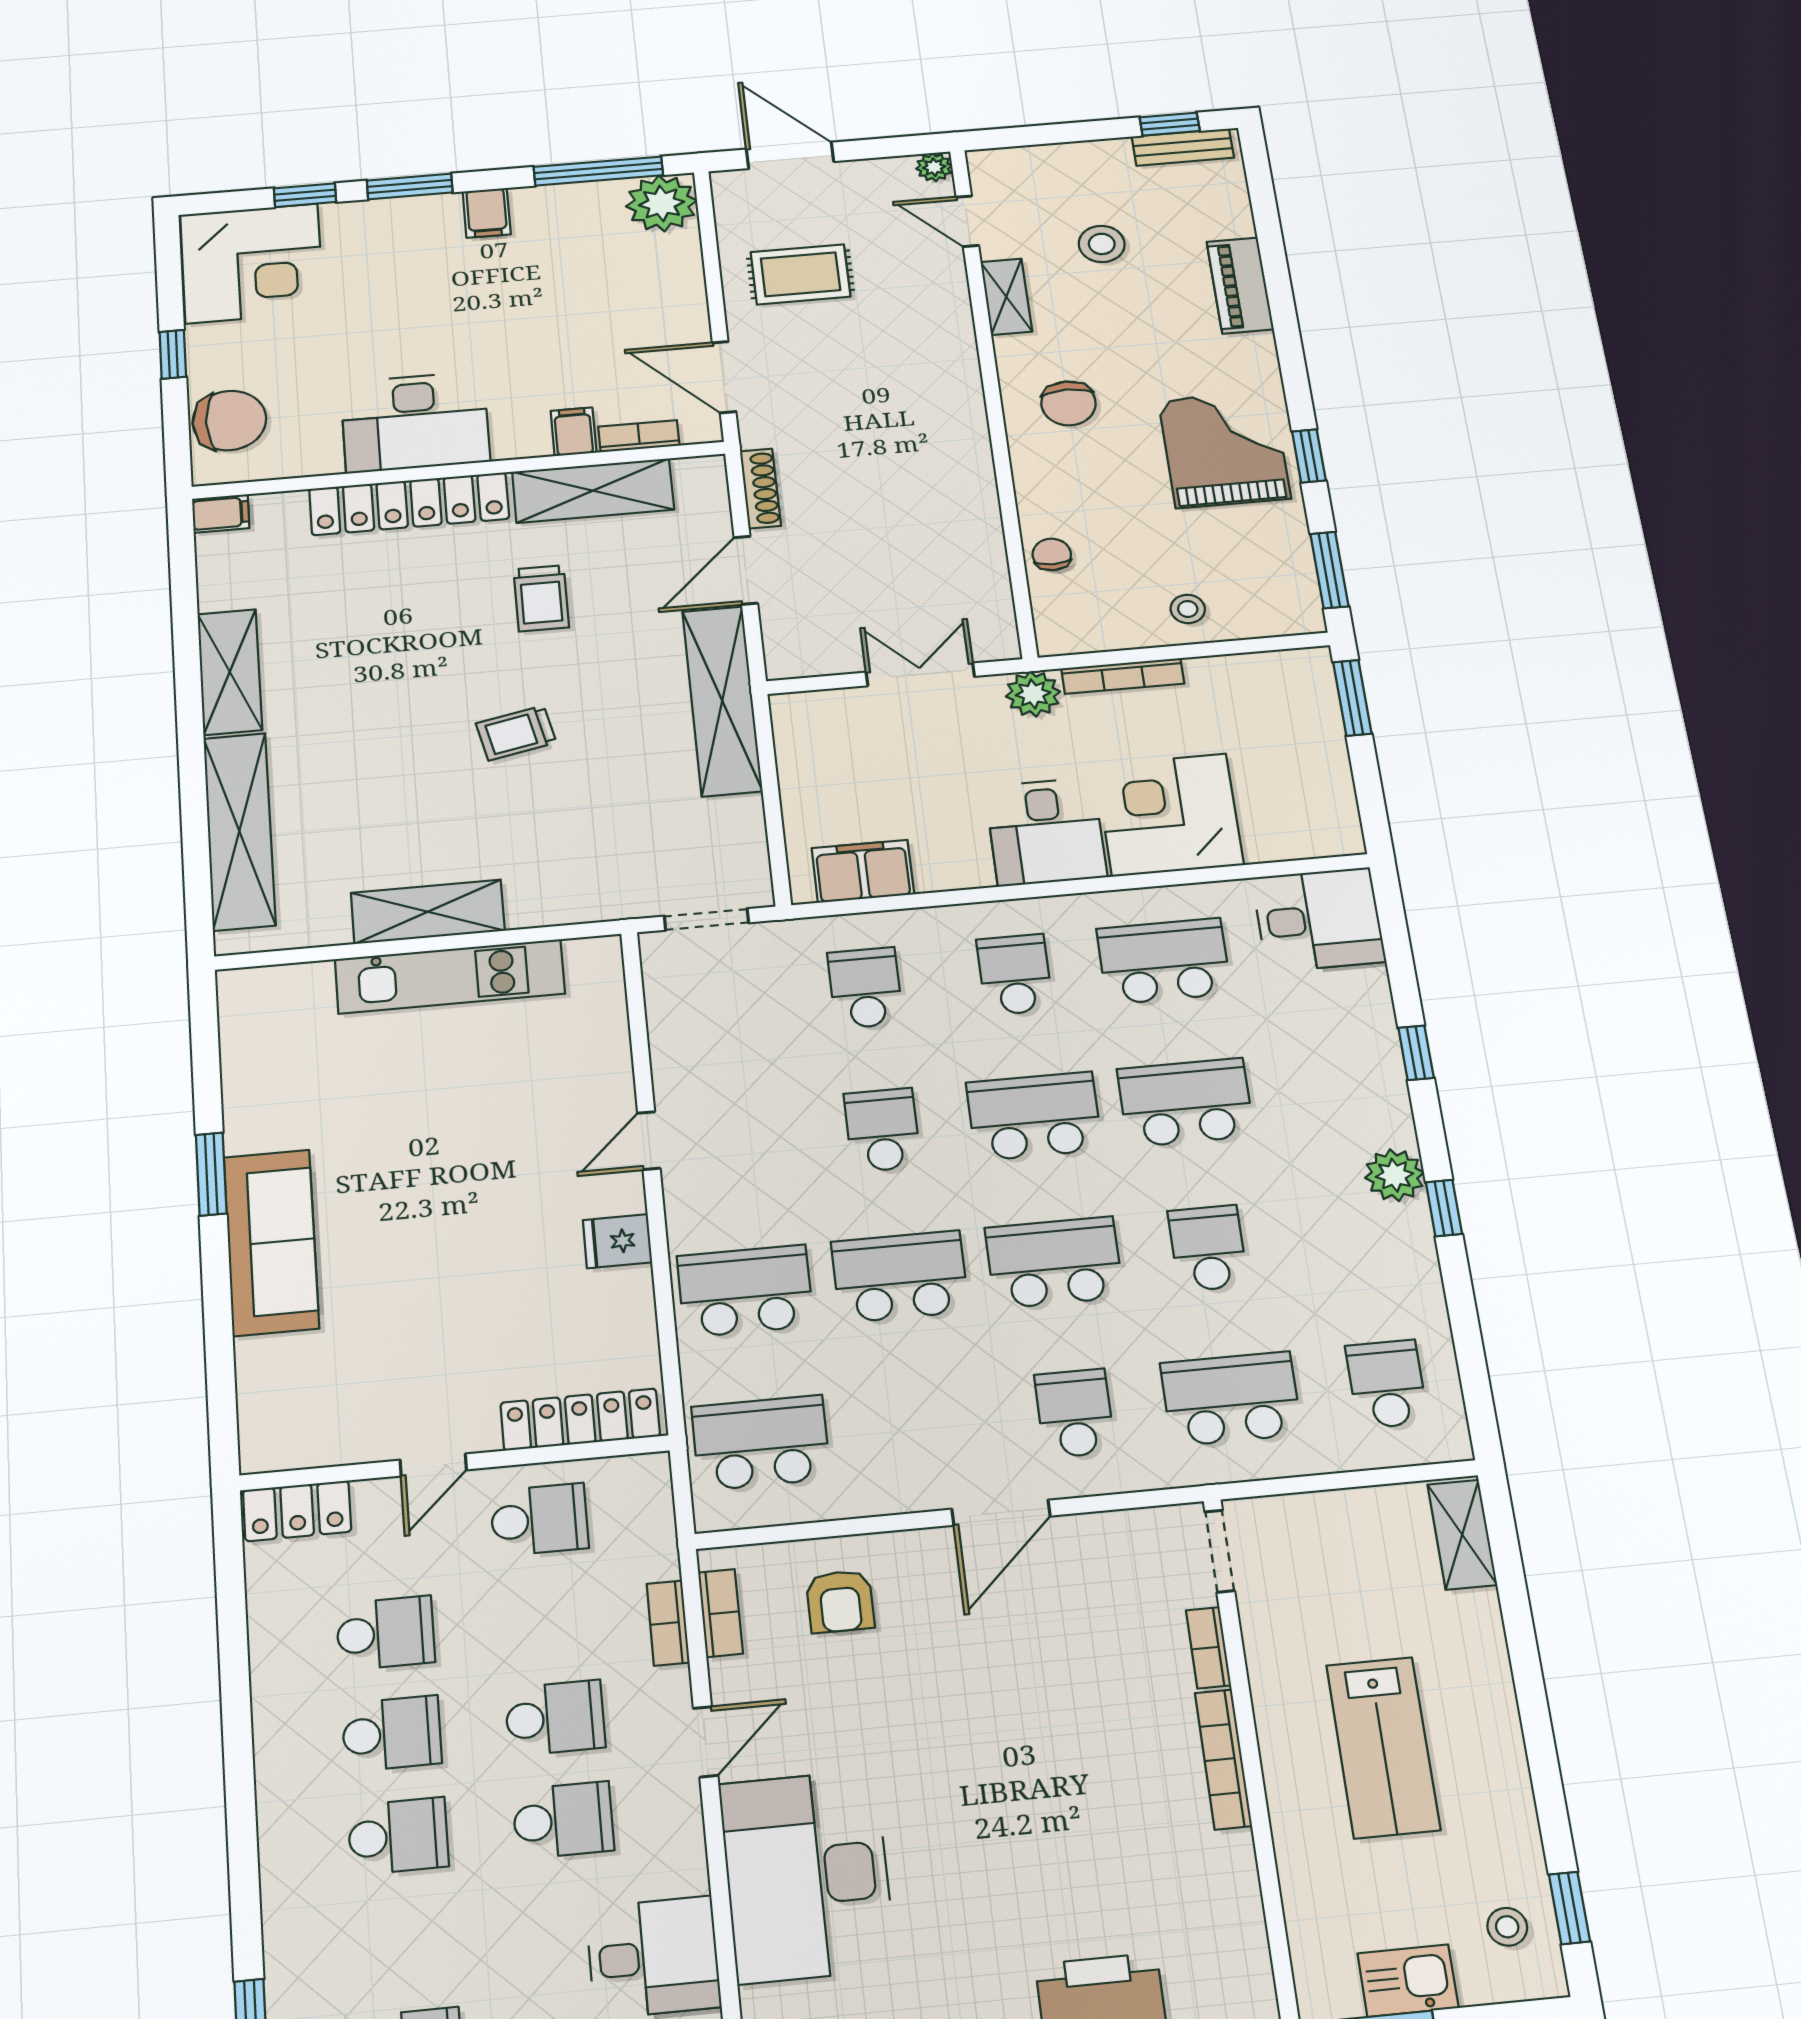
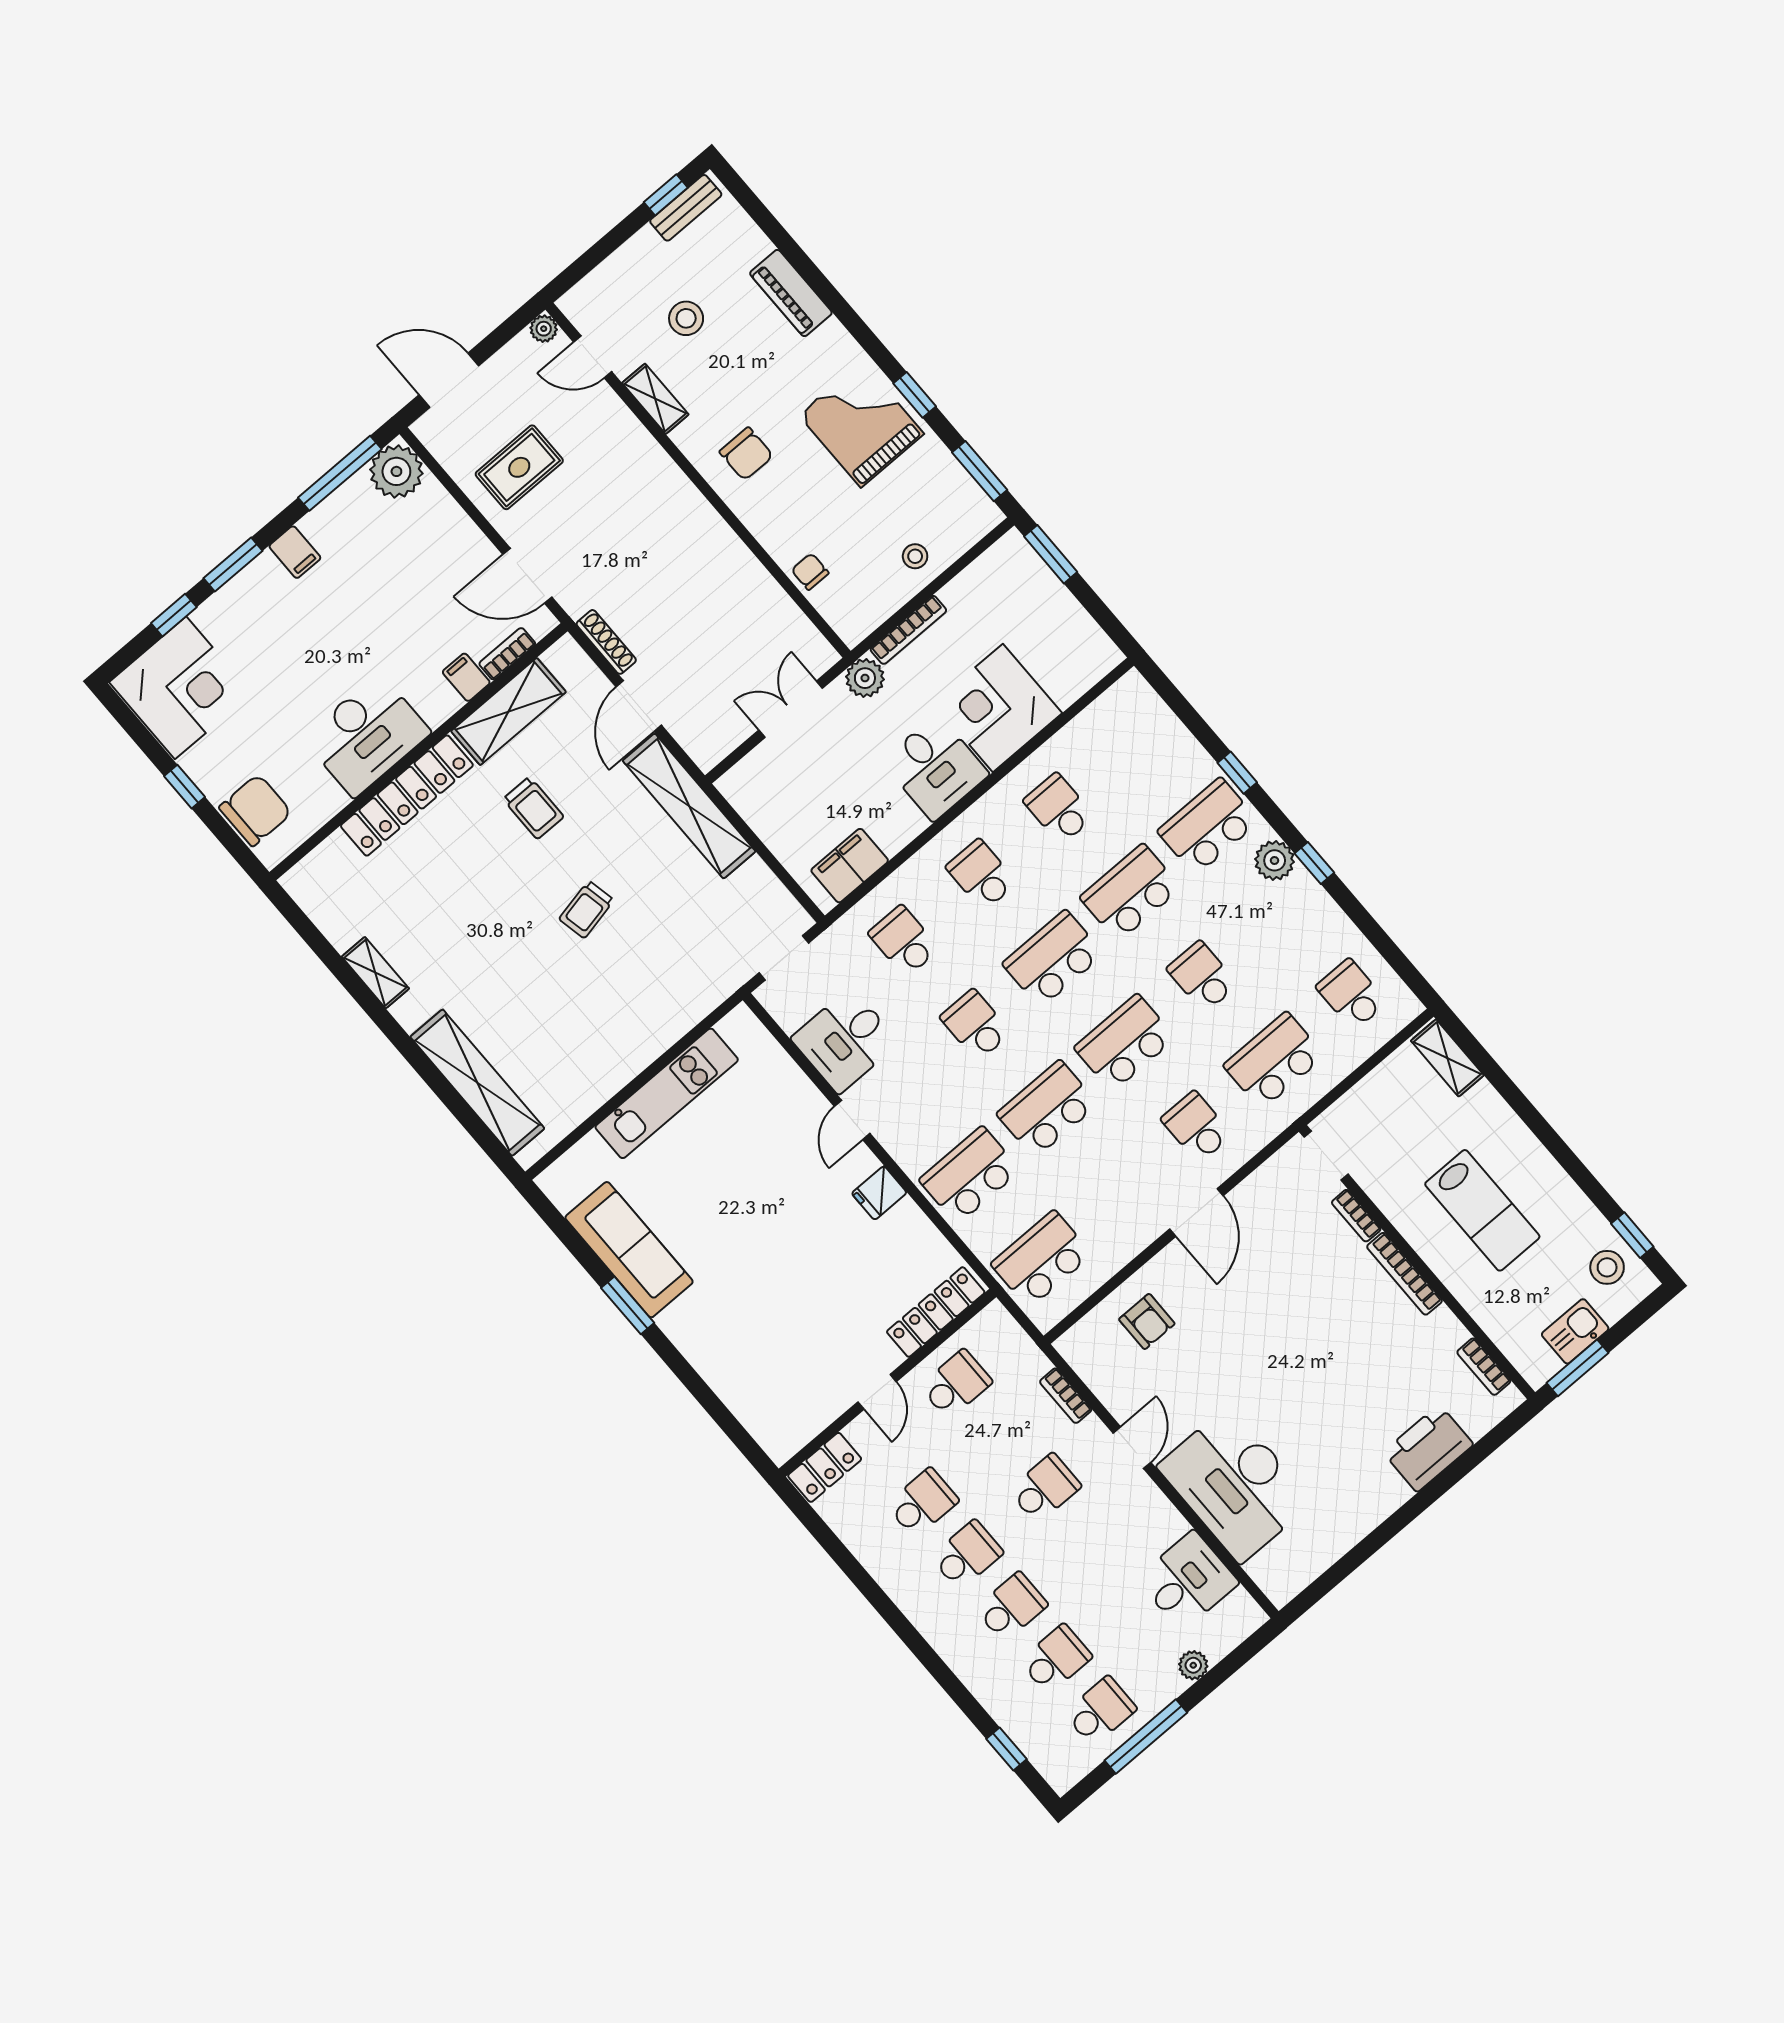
filing cabinet: (221, 513) -> (301, 879), removed
shelving: (230, 672) -> (375, 973), width x0.67, depth x0.75
shelving: (428, 912) -> (623, 1061), removed
desk: (1319, 920) -> (845, 1040), moved, turned 180
school desk: (1164, 961) -> (1059, 809), width x0.54
school desk: (1337, 1089) -> (1208, 826), added
sofa: (271, 1242) -> (629, 1250), moved
bookcase: (720, 1613) -> (1484, 1367), moved, turned 180
school desk: (563, 1820) -> (1056, 1659), moved
stool: (1507, 1927) -> (1607, 1267), width x1.37, depth x1.37

